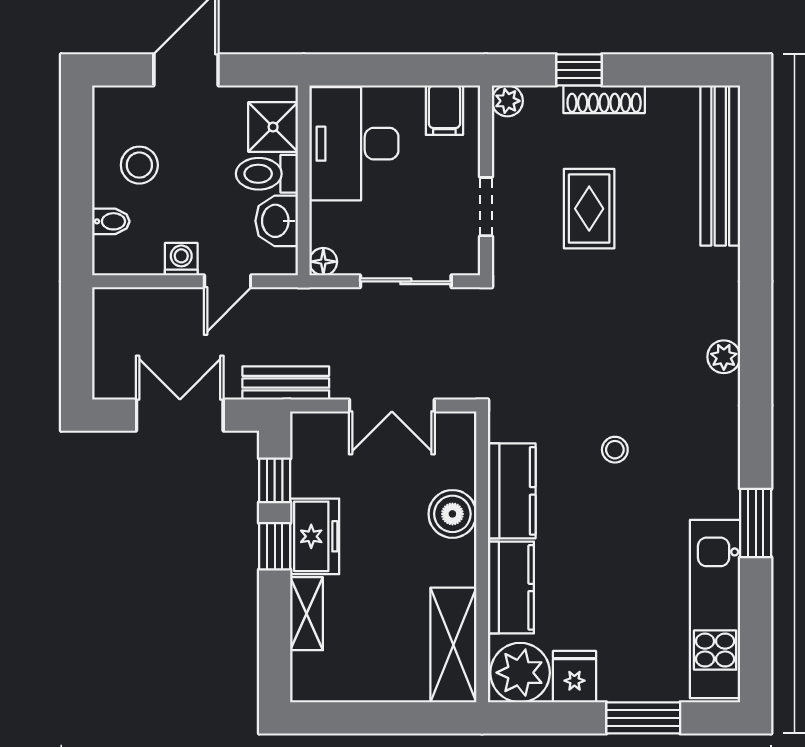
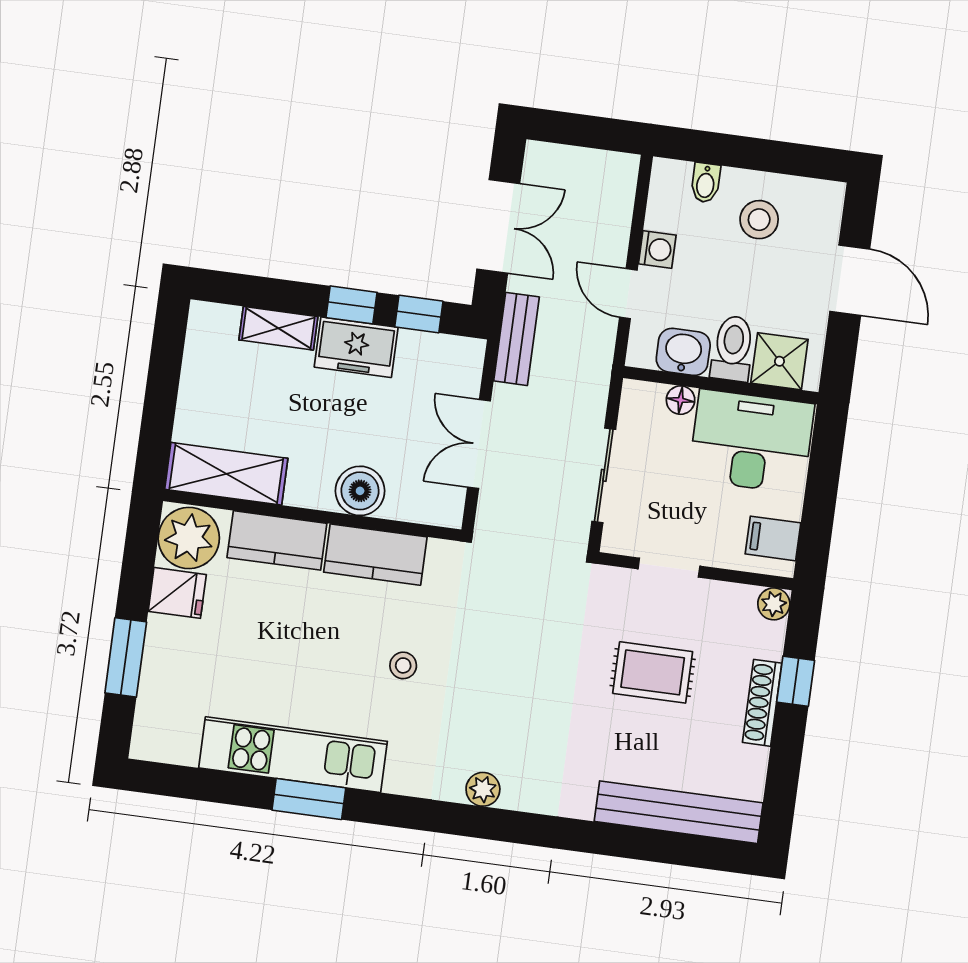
floor lamp: (323, 262) -> (681, 400), moved
kitchen unit: (715, 609) -> (293, 755), moved

